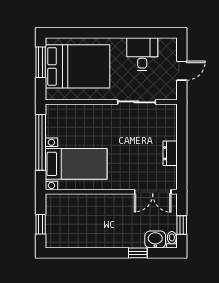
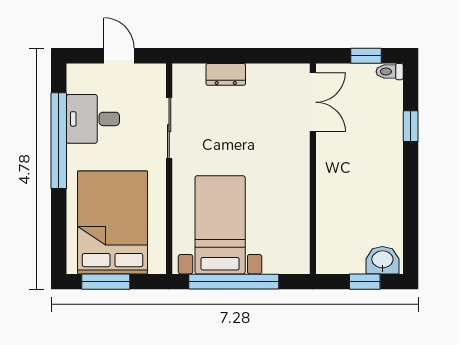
window: (129, 33) -> (59, 141), added
dresser: (170, 153) -> (226, 74), moved
bed with nightstands: (76, 164) -> (220, 225), moved
washbasin: (155, 240) -> (382, 260), moved, turned 90

